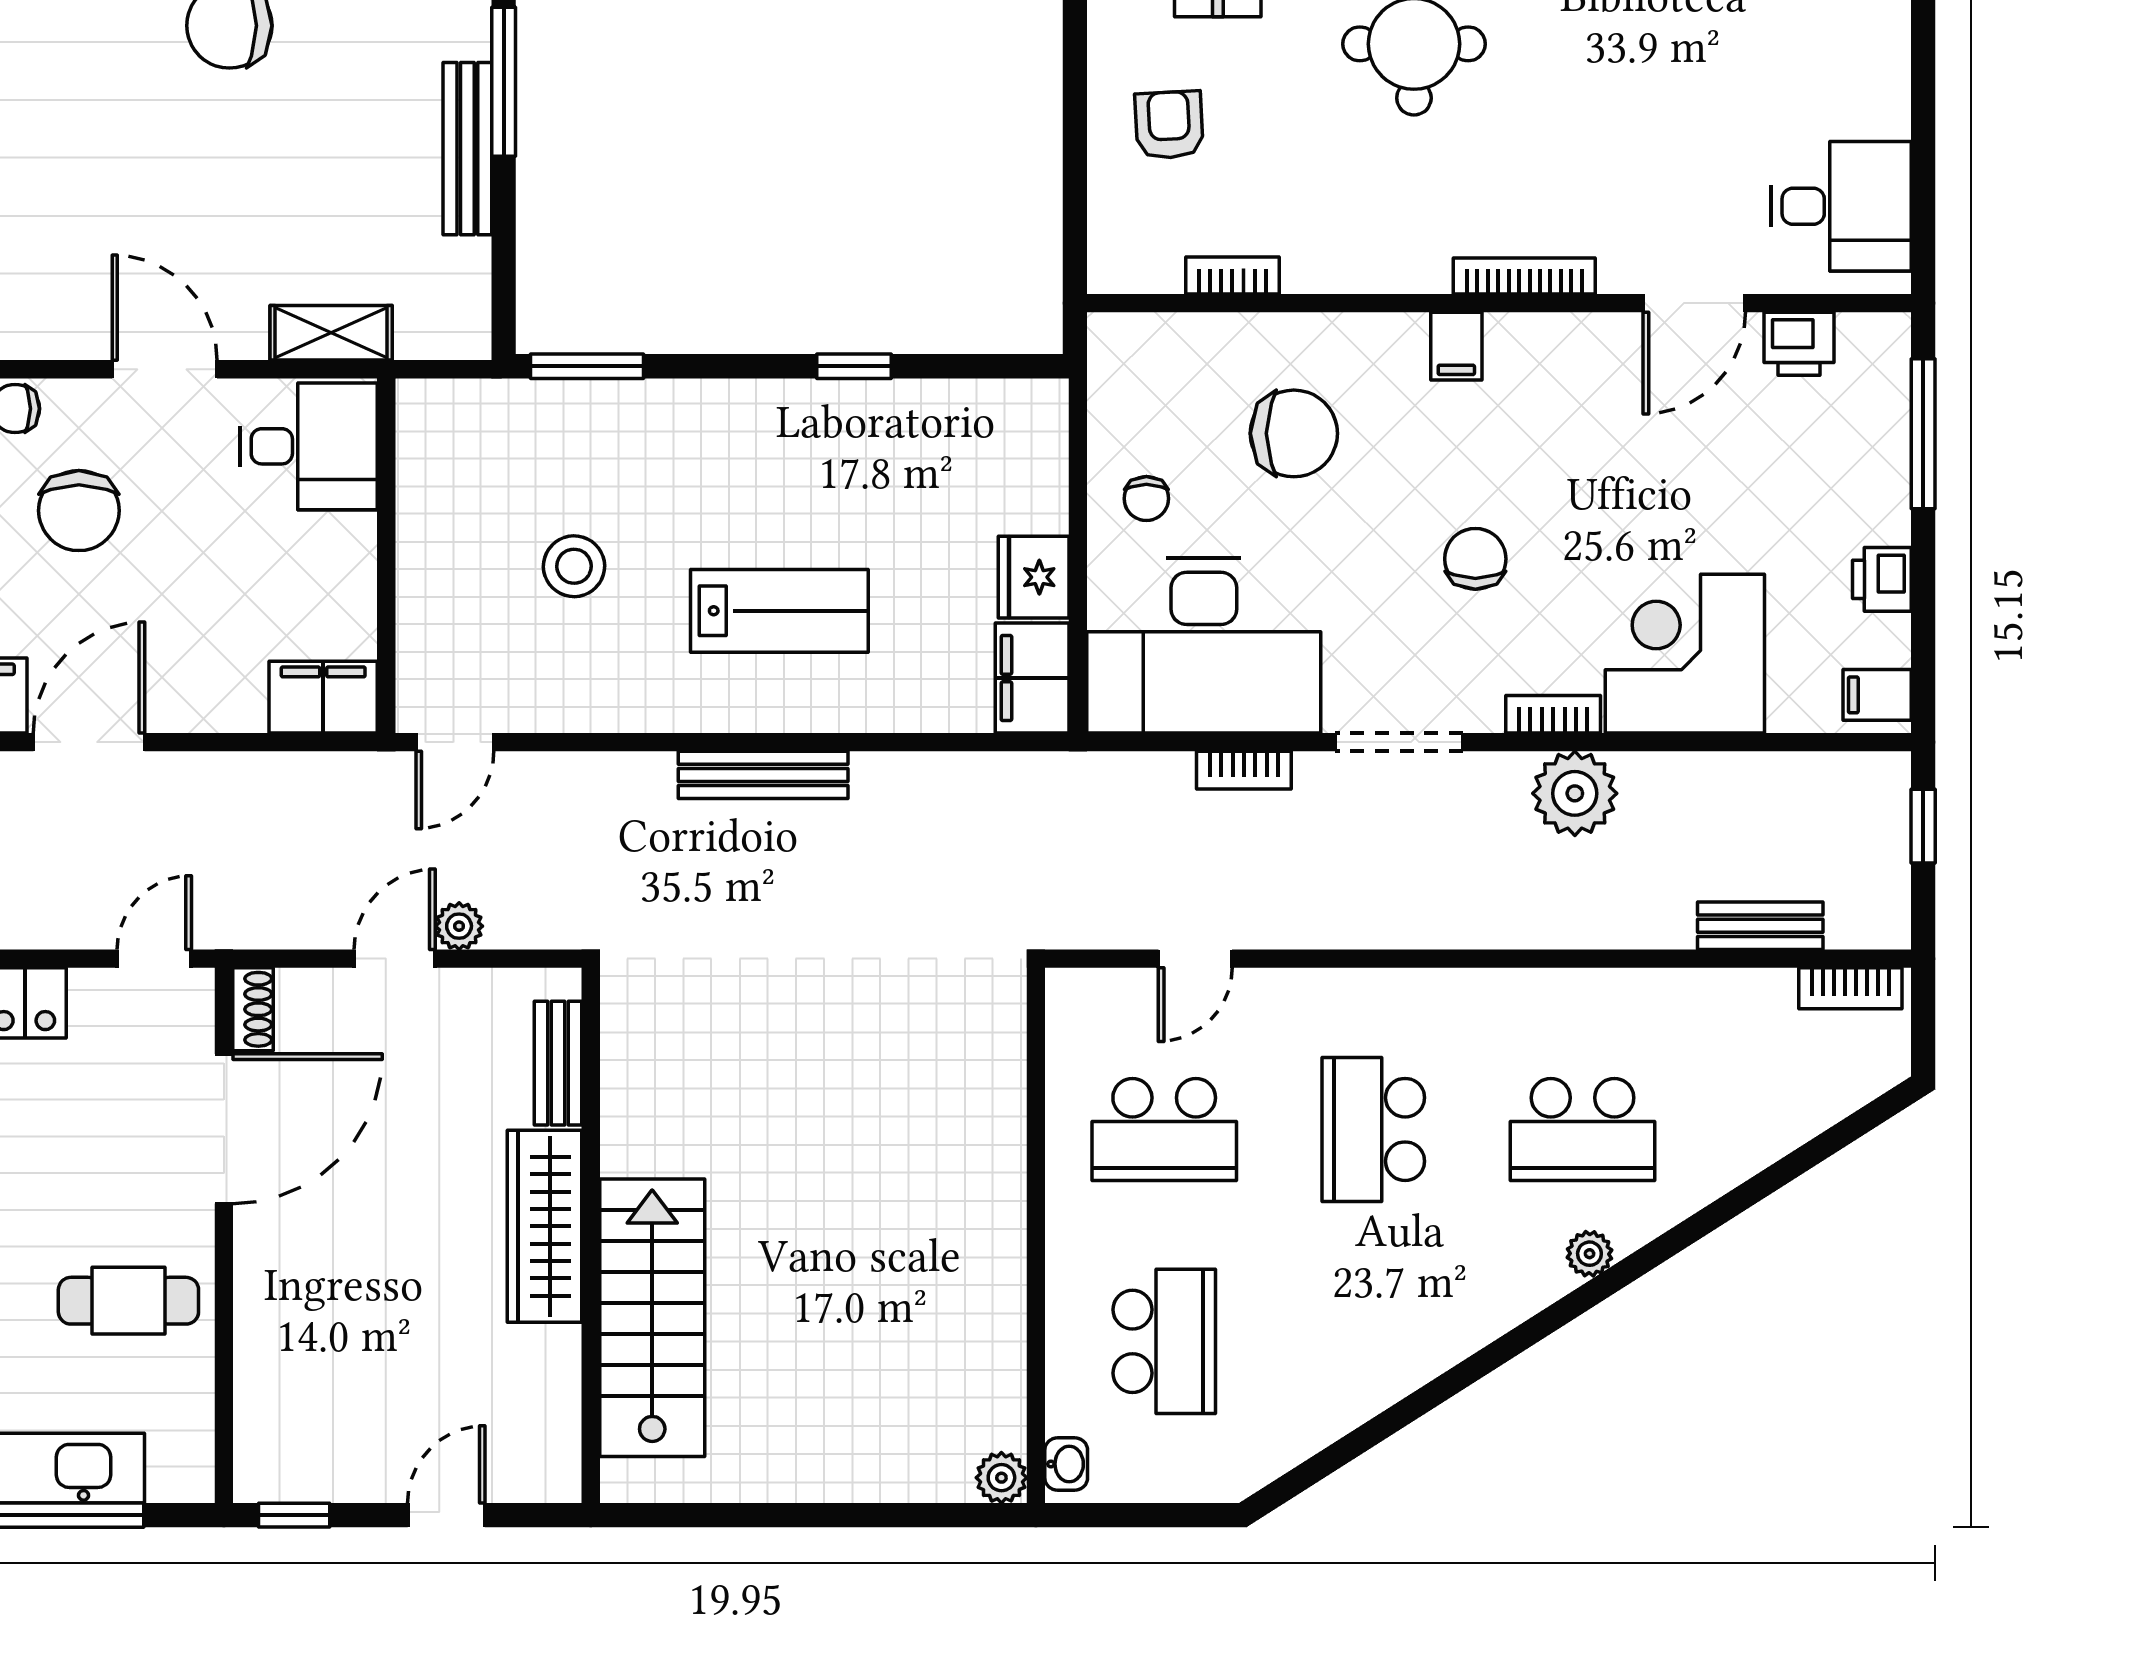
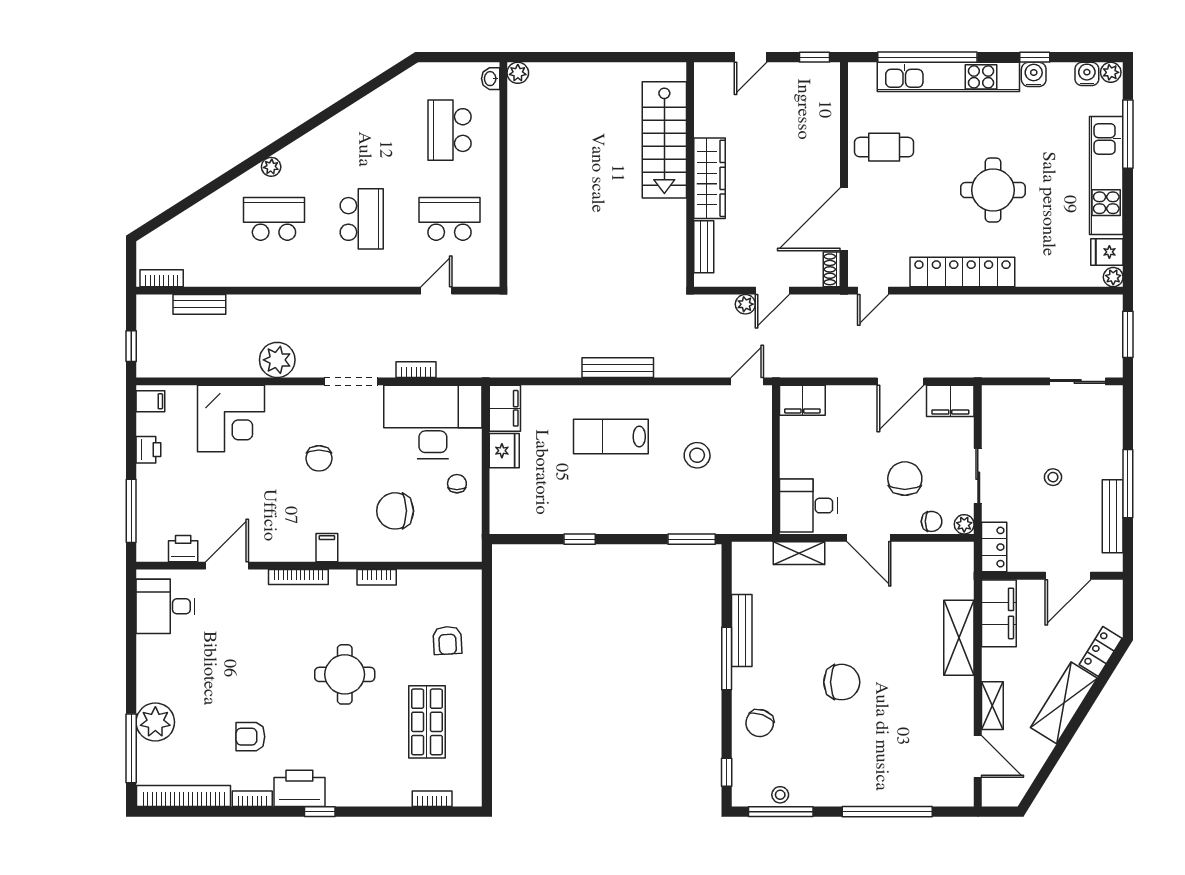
bookcase: (1232, 275) -> (377, 577), moved
bookcase: (1553, 714) -> (286, 393), removed

